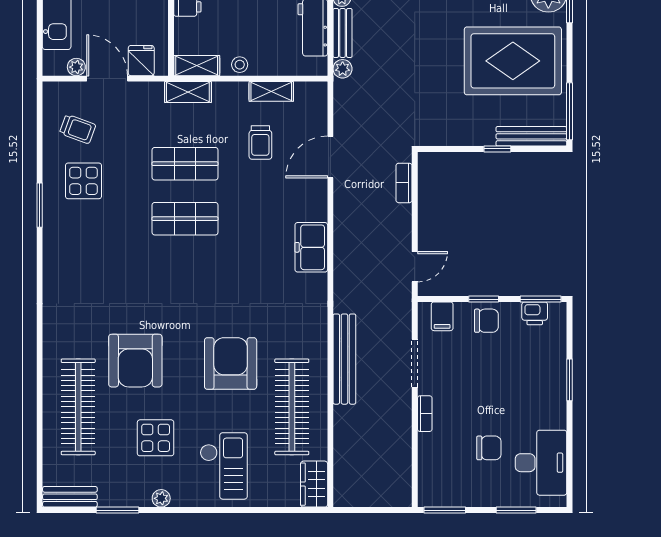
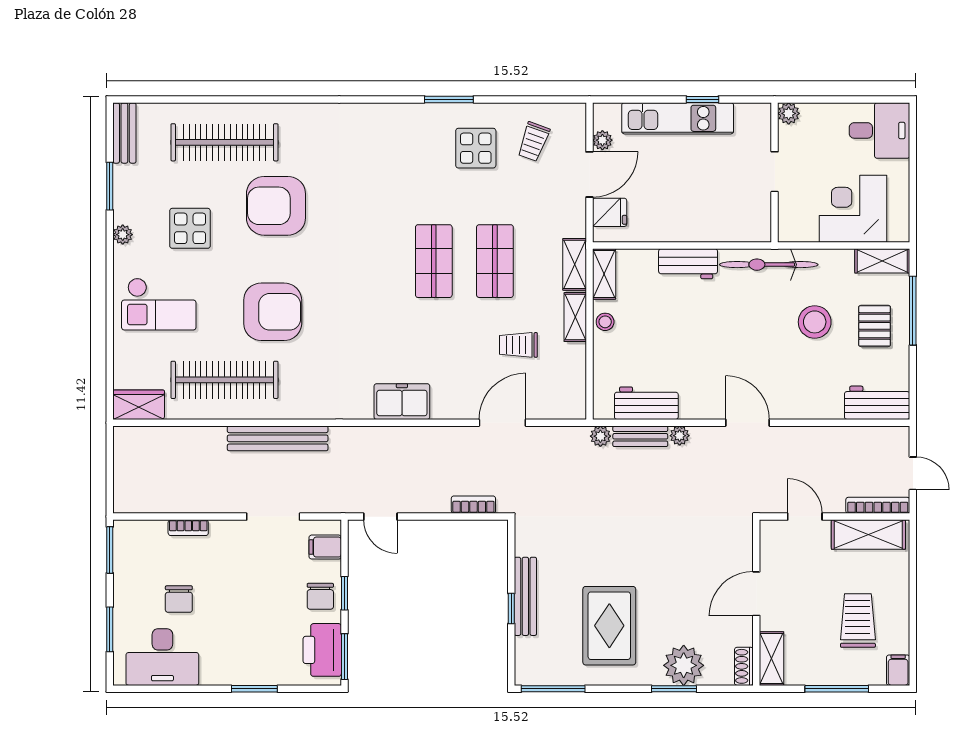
rug: (513, 61) -> (609, 626), width x0.73, depth x0.69
shelving: (271, 91) -> (575, 317), moved
bench: (531, 136) -> (525, 596), moved
door: (330, 157) -> (502, 423), hinge flipped
printer: (535, 313) -> (322, 650), width x1.87, depth x1.48
bookcase: (425, 414) -> (188, 528), moved

